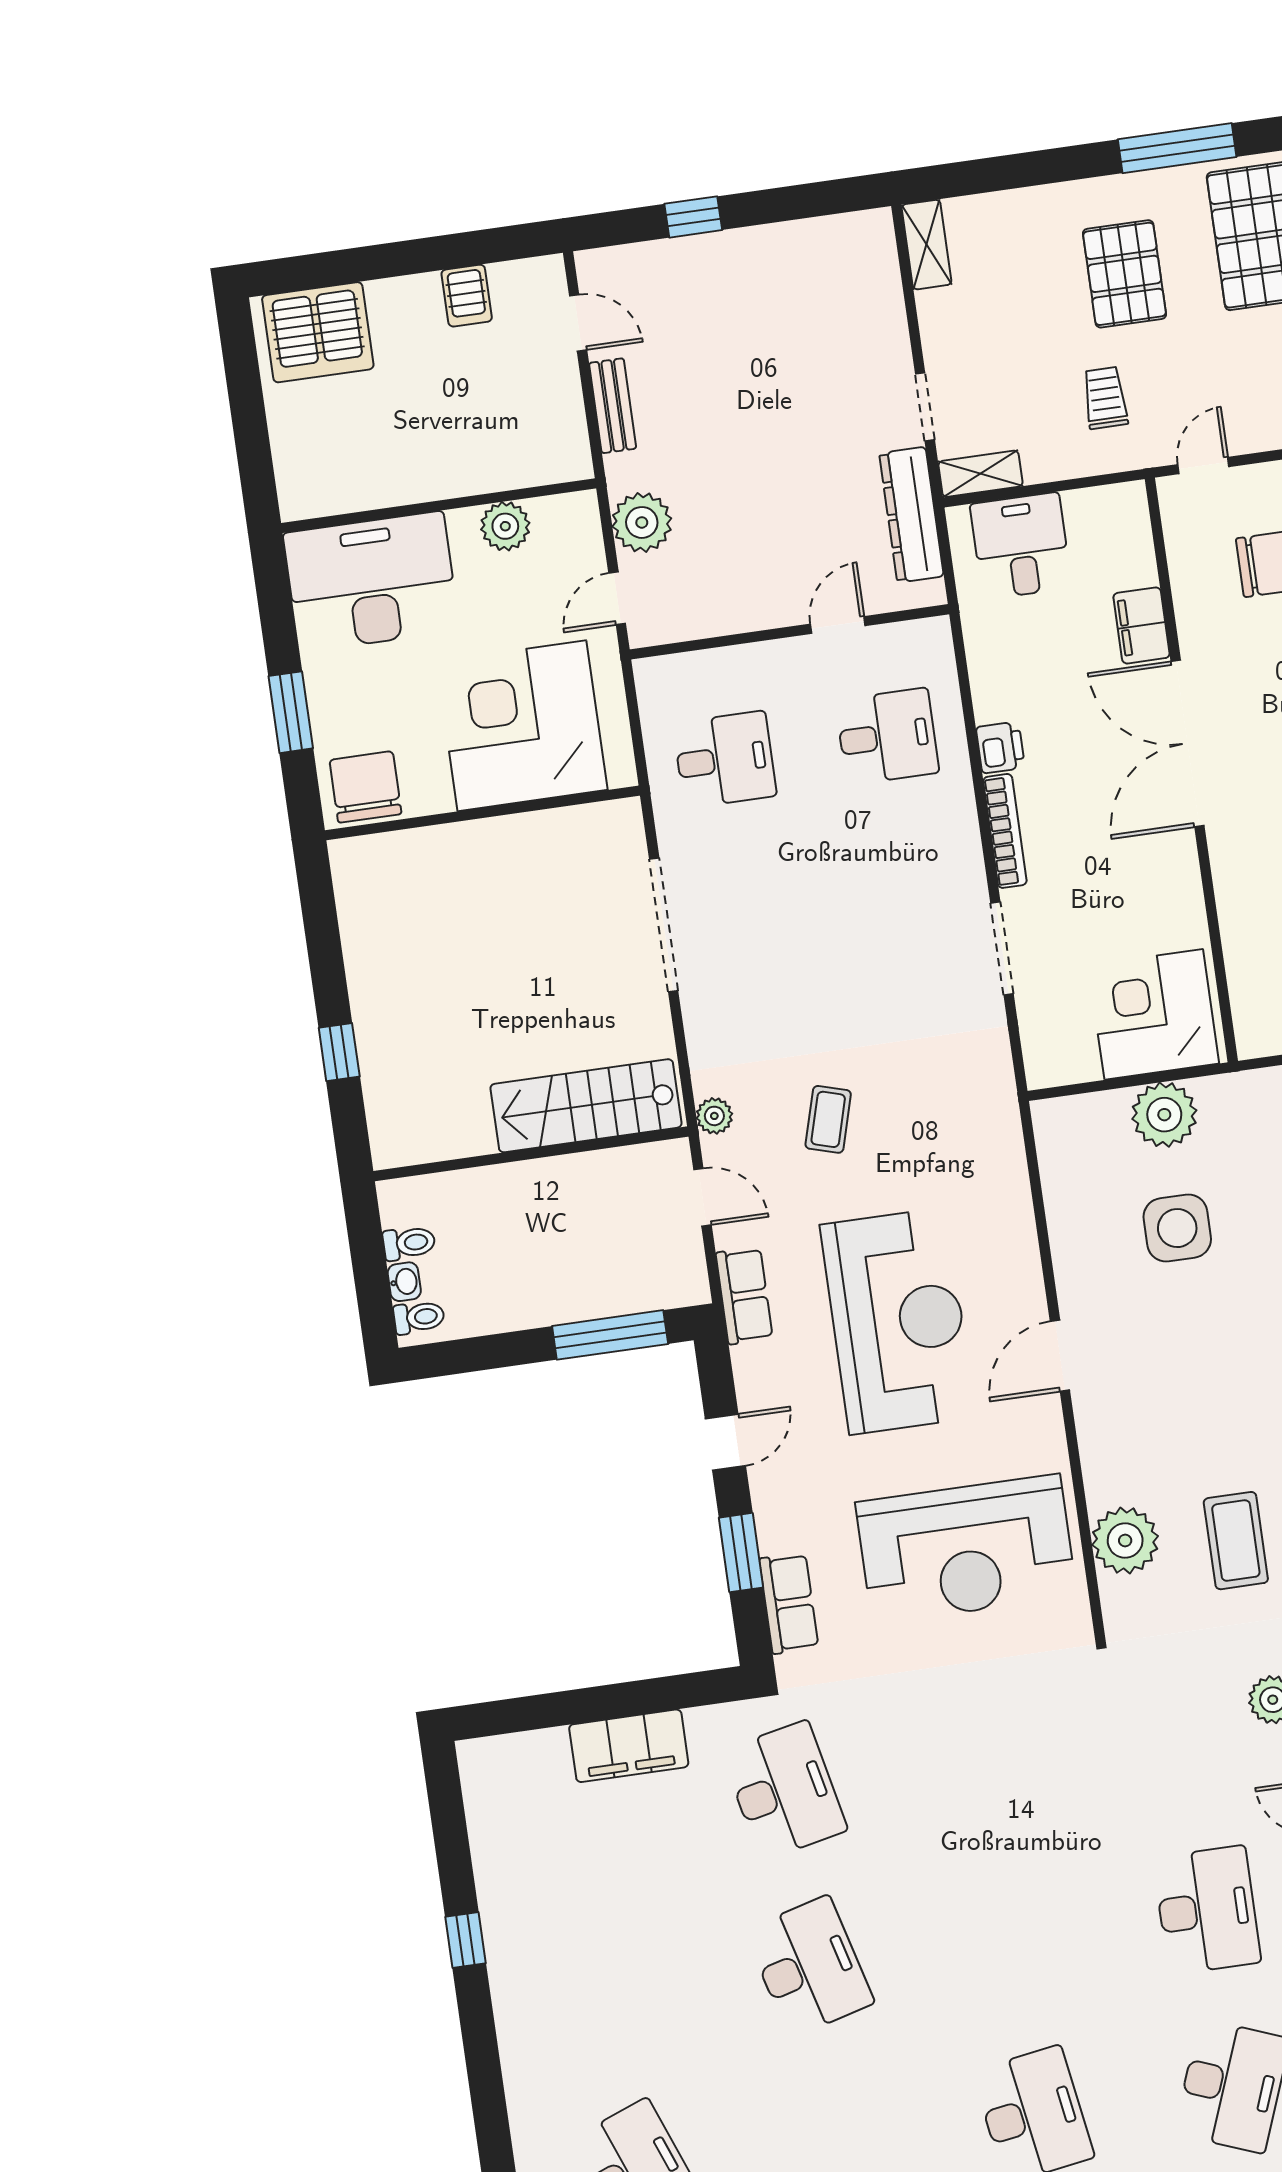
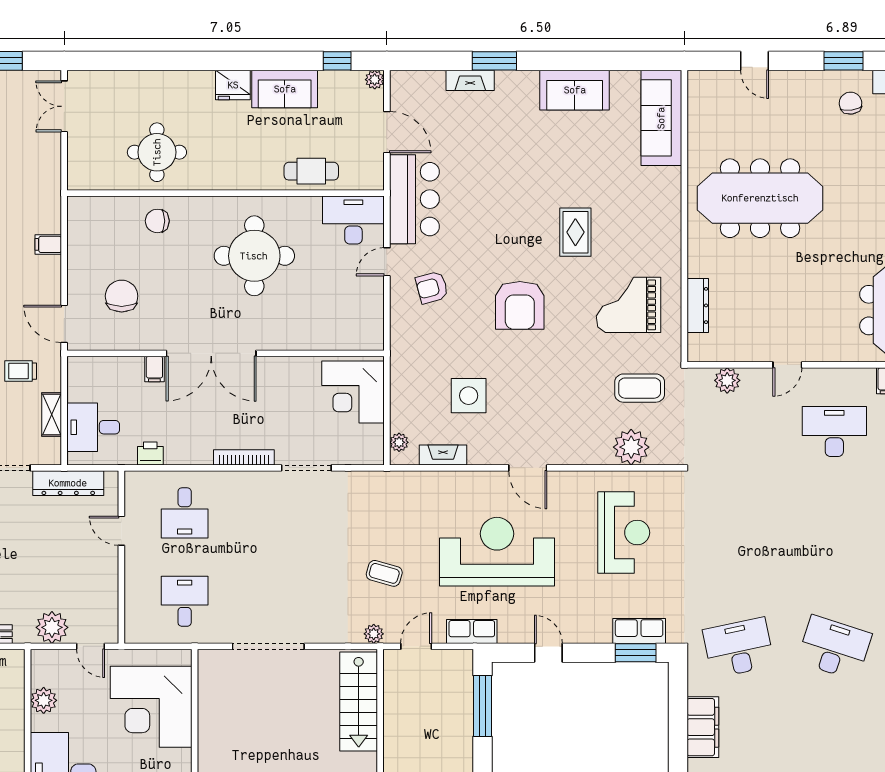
door: (1203, 466) -> (64, 324), width x1.38
shelving: (980, 474) -> (52, 414), moved
filing cabinet: (1141, 625) -> (154, 369), width x0.50
desk: (887, 736) -> (185, 513), turned 180
printer: (1000, 747) -> (150, 453), moved
plant: (1164, 1115) -> (399, 442), moved, width x0.53, depth x0.53
fireplace: (1061, 1196) -> (443, 455), added
reception desk: (966, 1549) -> (624, 533), width x0.74, depth x0.77
window: (741, 1553) -> (636, 653), moved
desk: (809, 1967) -> (834, 648), turned 33

